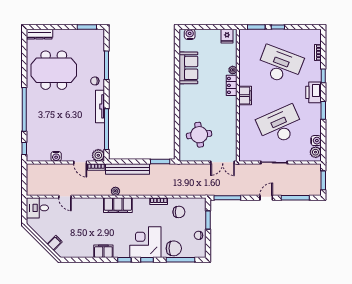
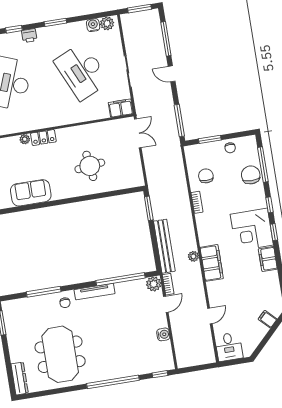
printer: (314, 92) -> (29, 36), width x0.53, depth x0.68
filing cabinet: (245, 96) -> (121, 108), moved
round table: (199, 135) -> (90, 166), moved
filing cabinet: (118, 205) -> (212, 263), moved
corner desk: (145, 242) -> (252, 230), moved

